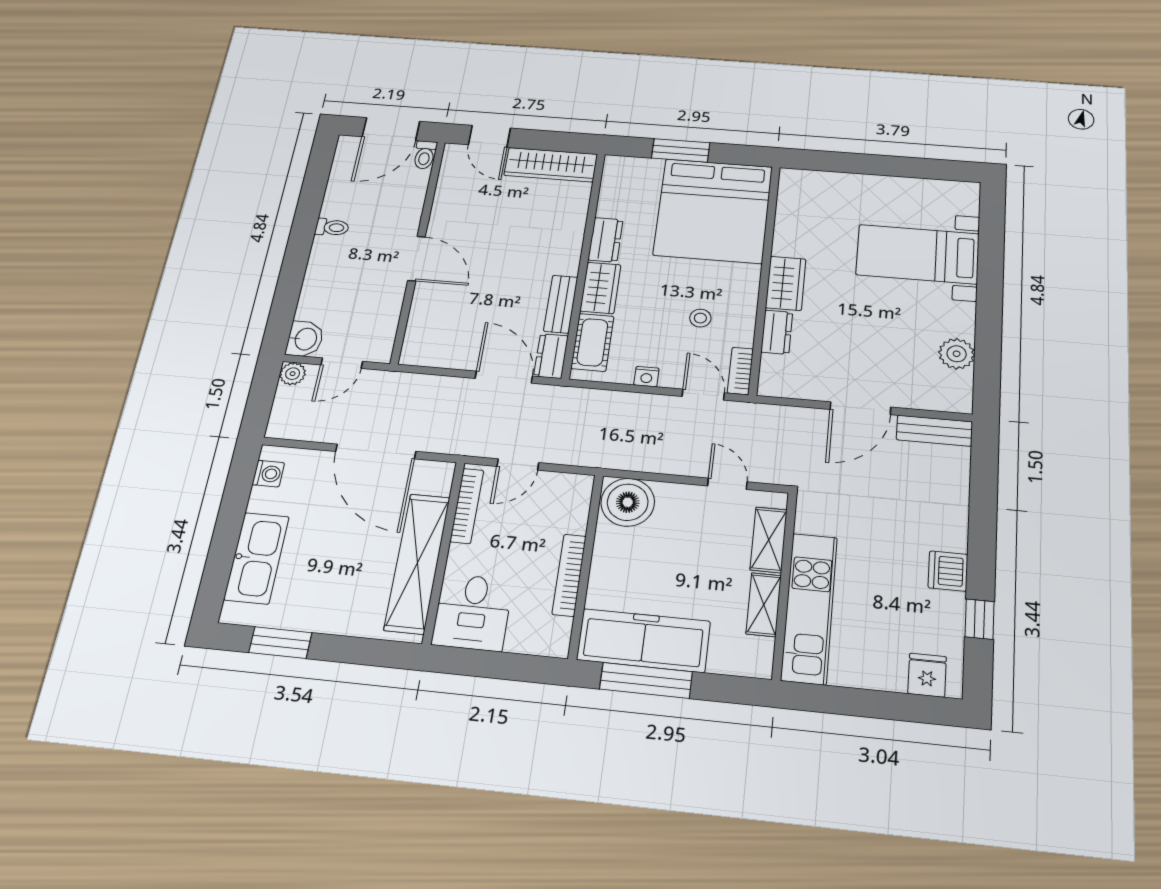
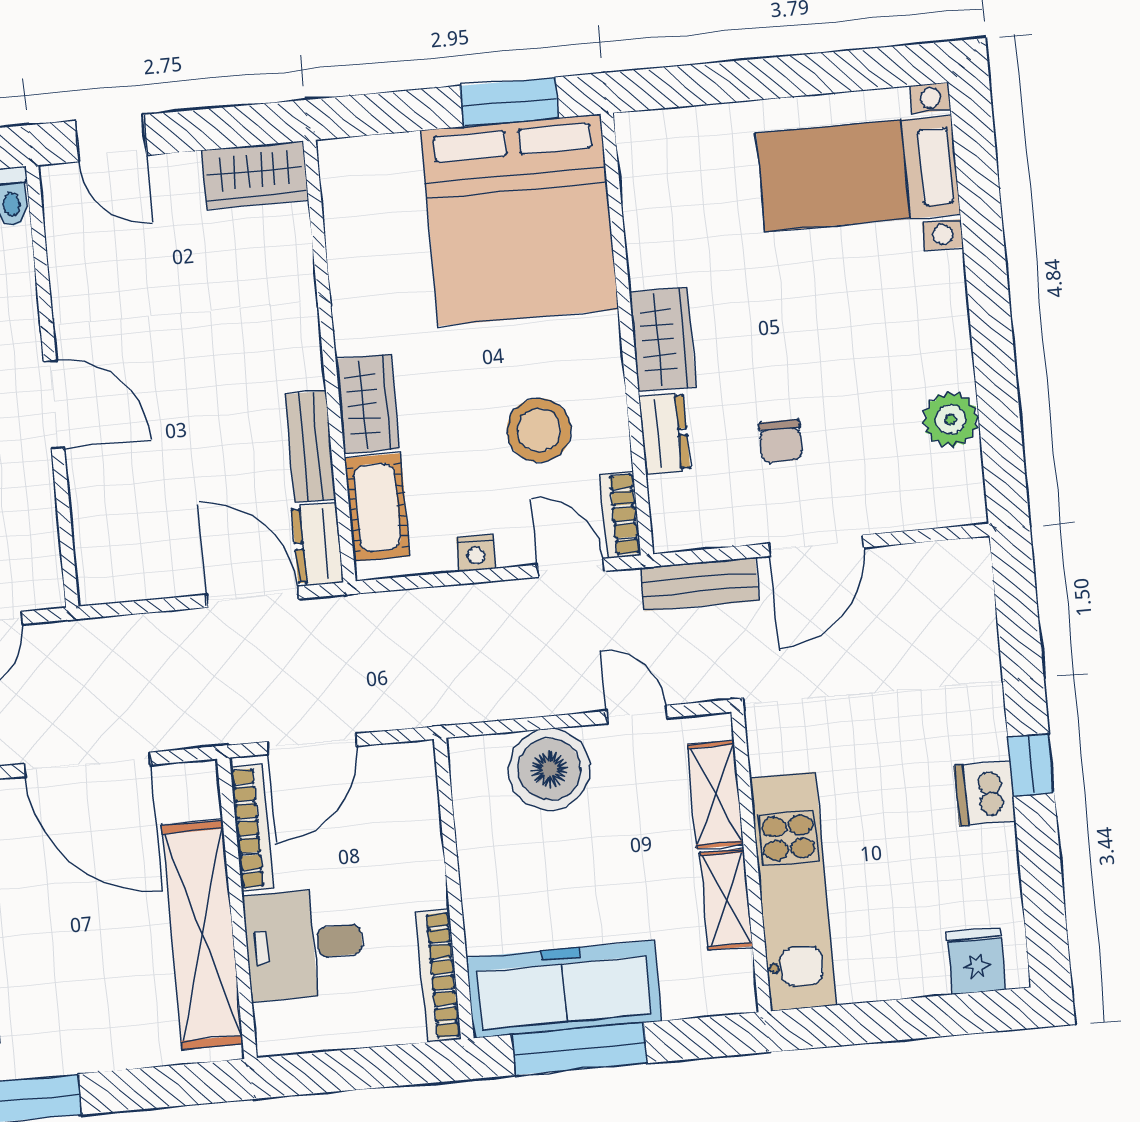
window: (681, 150) -> (509, 102), moved
wardrobe: (551, 165) -> (255, 175), width x0.67
dresser: (606, 240) -> (355, 310), removed
bed with nightstands: (918, 254) -> (858, 173), moved
stool: (700, 318) -> (539, 430), width x1.89, depth x1.89
chair: (848, 348) -> (781, 441), added
bench: (934, 431) -> (700, 584), moved
door: (518, 464) -> (312, 744), width x1.37
boiler: (628, 502) -> (549, 769), moved
bookcase: (569, 575) -> (439, 975), moved
desk: (472, 612) -> (304, 944), moved, turned 90
window: (980, 619) -> (1031, 765), moved

